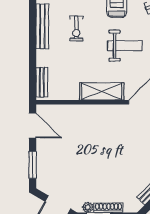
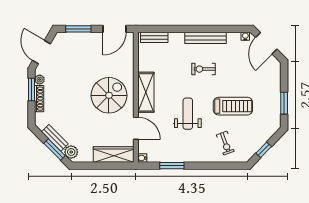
weight bench: (125, 46) -> (188, 114), turned 180
spiral stairs: (105, 132) -> (109, 95), added

